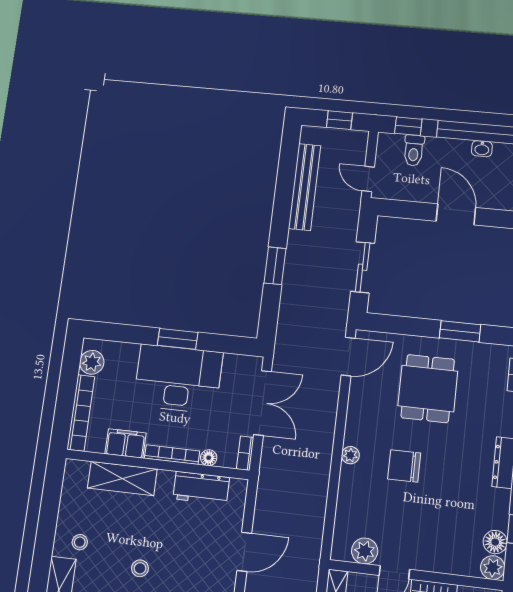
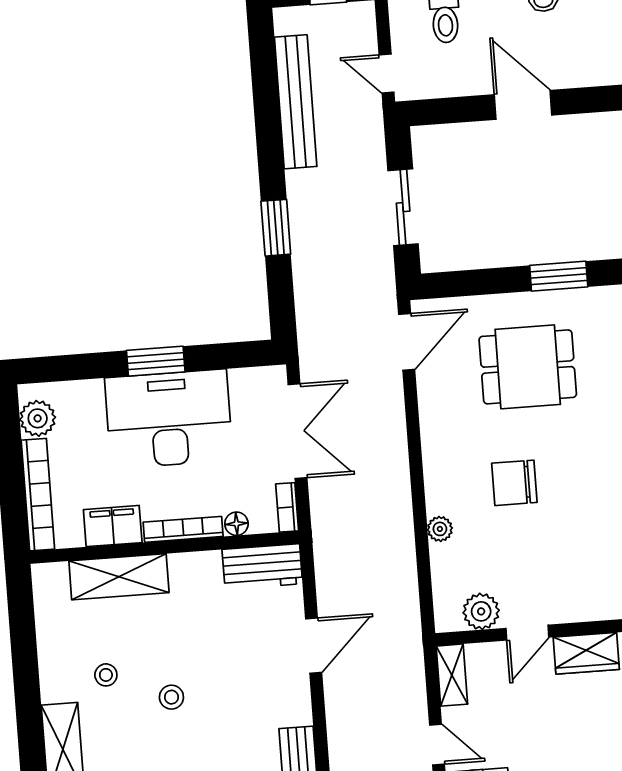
dining table: (428, 389) -> (528, 367), turned 90
plant: (350, 455) -> (440, 529), moved
workbench: (201, 488) -> (262, 567), moved
stool: (80, 542) -> (106, 675), moved

